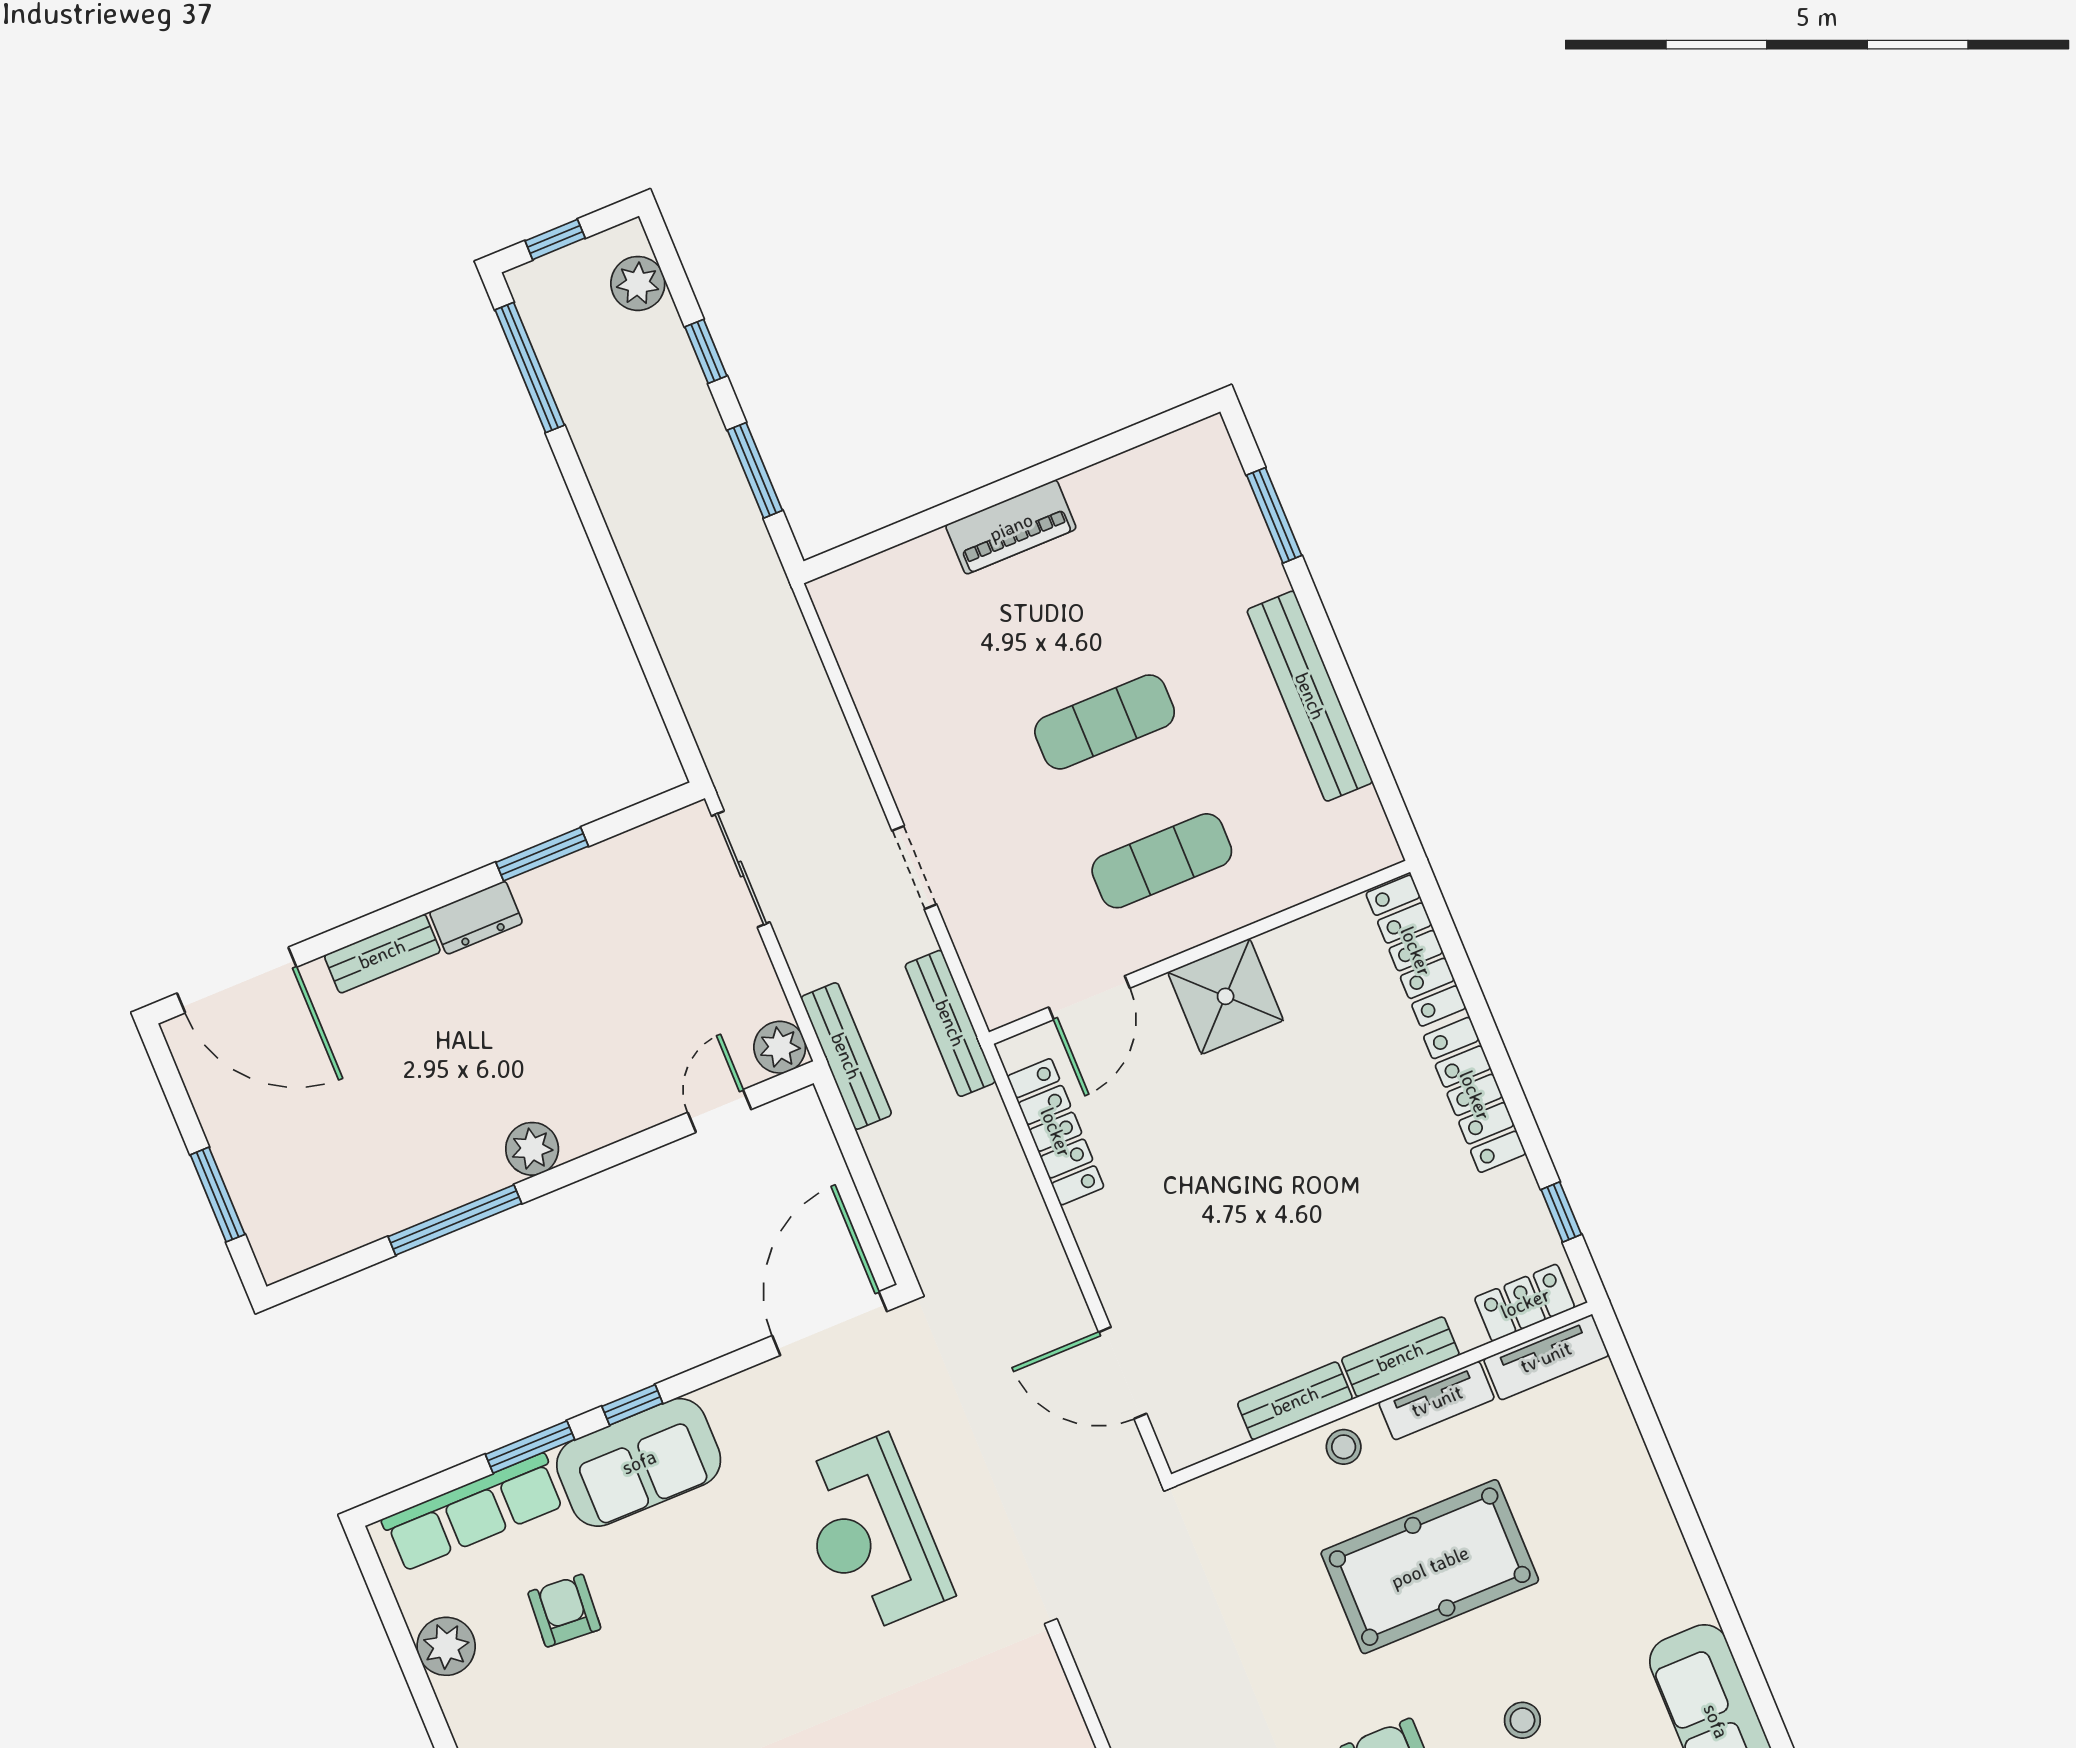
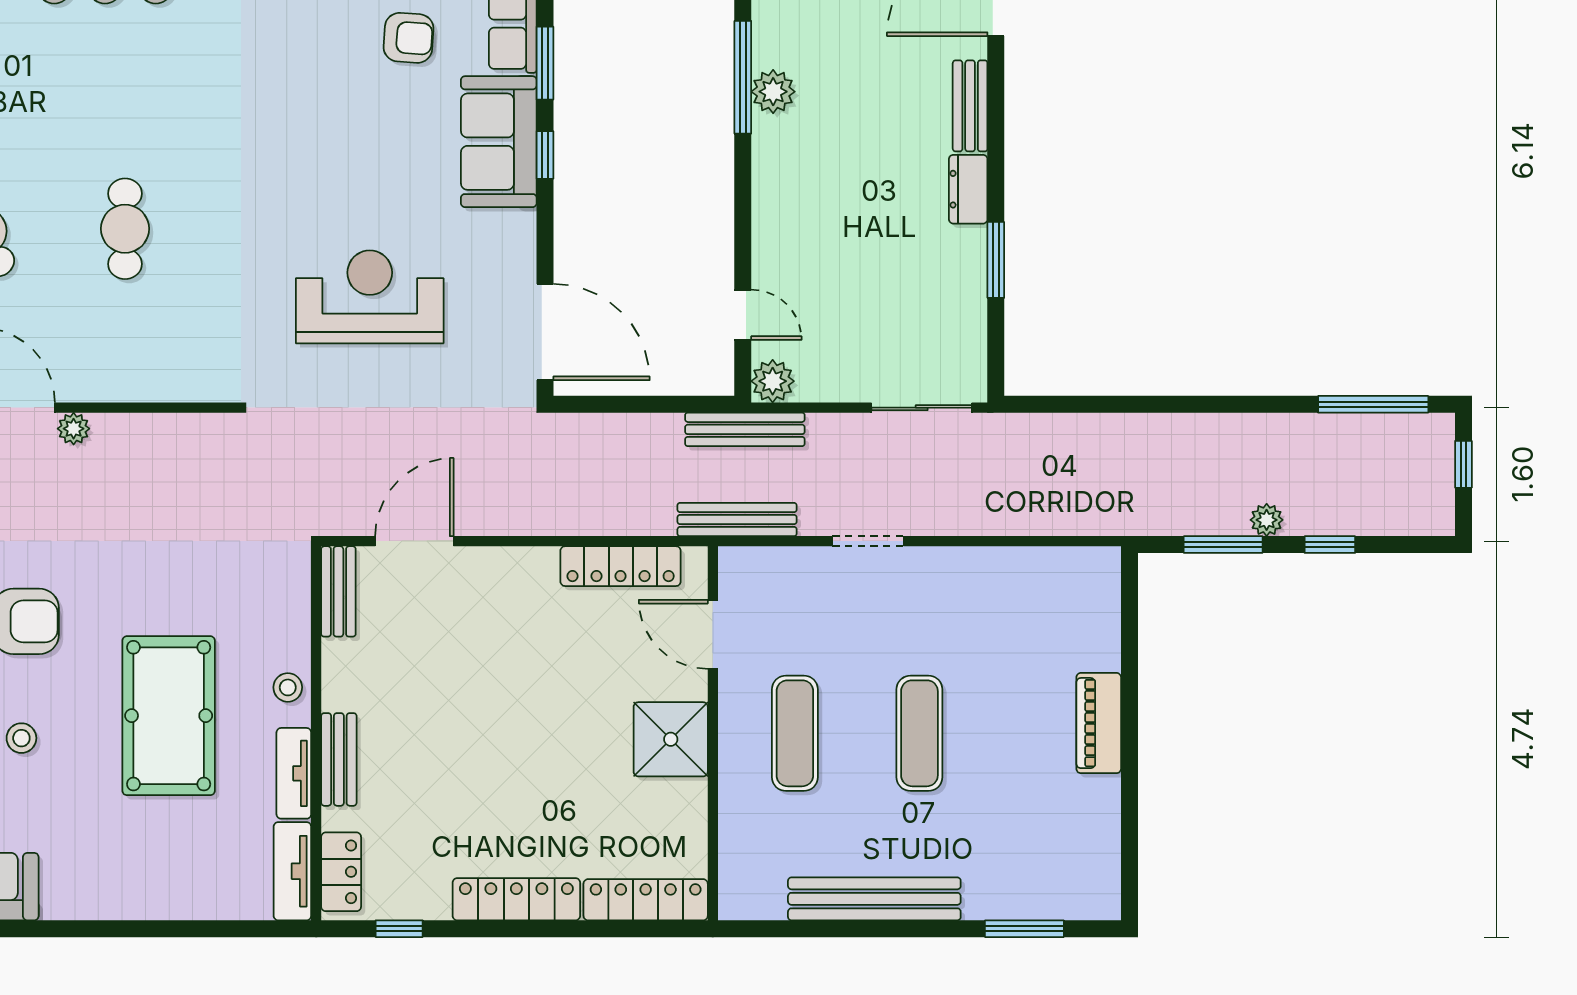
plant: (638, 283) -> (1267, 520), moved, width x0.73, depth x0.73
plant: (532, 1149) -> (773, 92), moved
bench: (1295, 1401) -> (338, 591), moved

